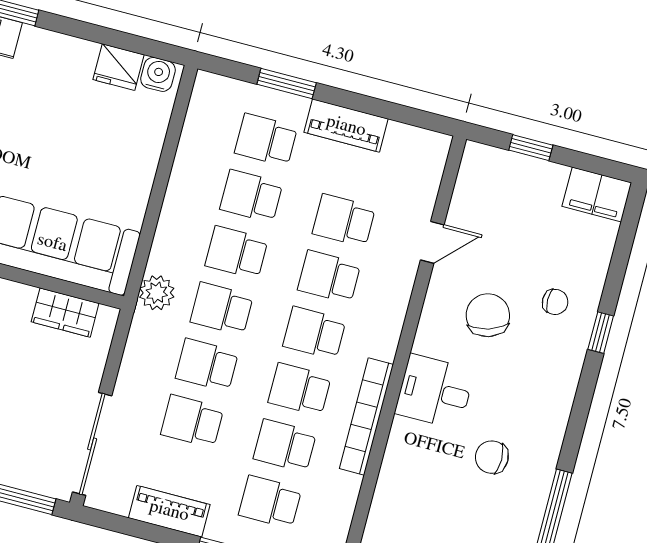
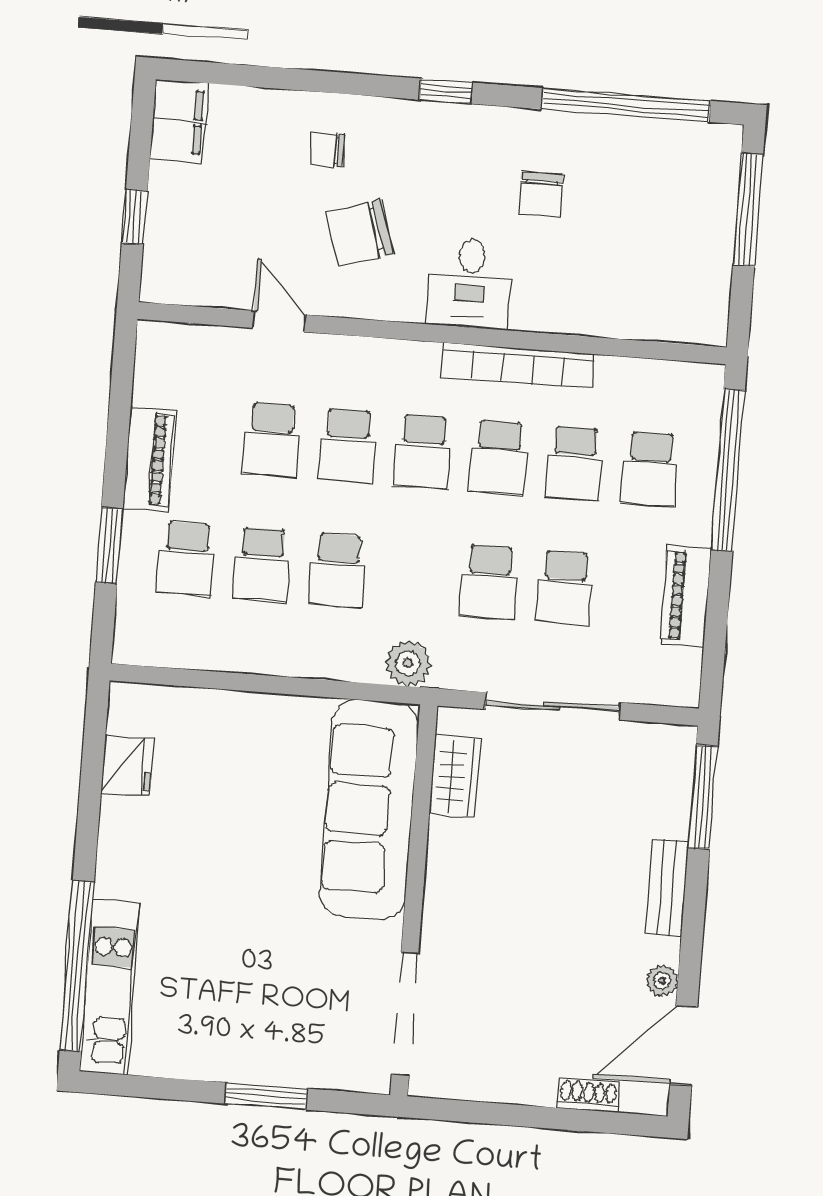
water cooler: (158, 74) -> (128, 713), removed
chair: (555, 302) -> (327, 150), turned -90
school desk: (222, 309) -> (413, 576), removed
window: (601, 333) -> (446, 91), moved
sliding door: (92, 444) -> (552, 706), moved

